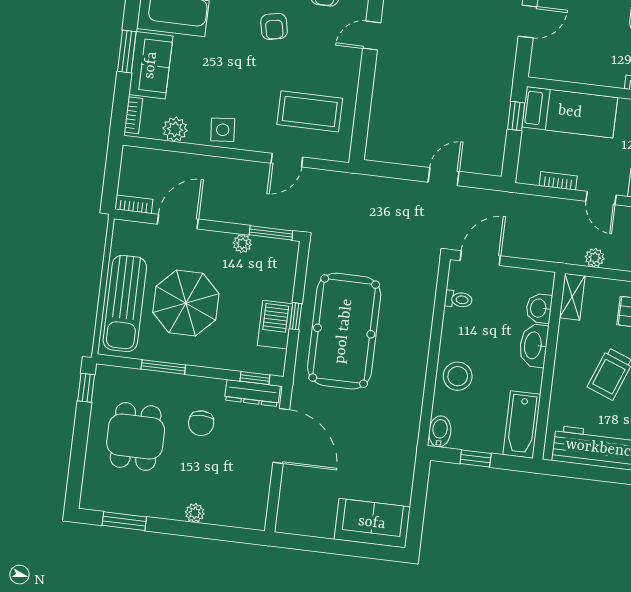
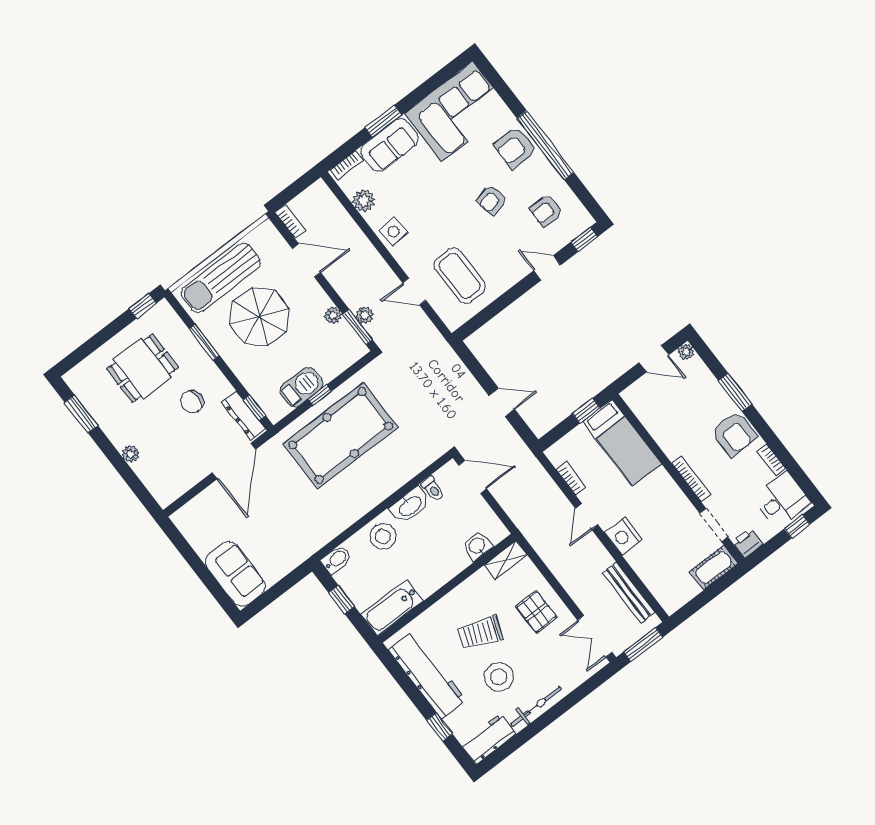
plant: (595, 258) -> (365, 315), moved
washbasin: (534, 345) -> (410, 506), moved, turned 180

